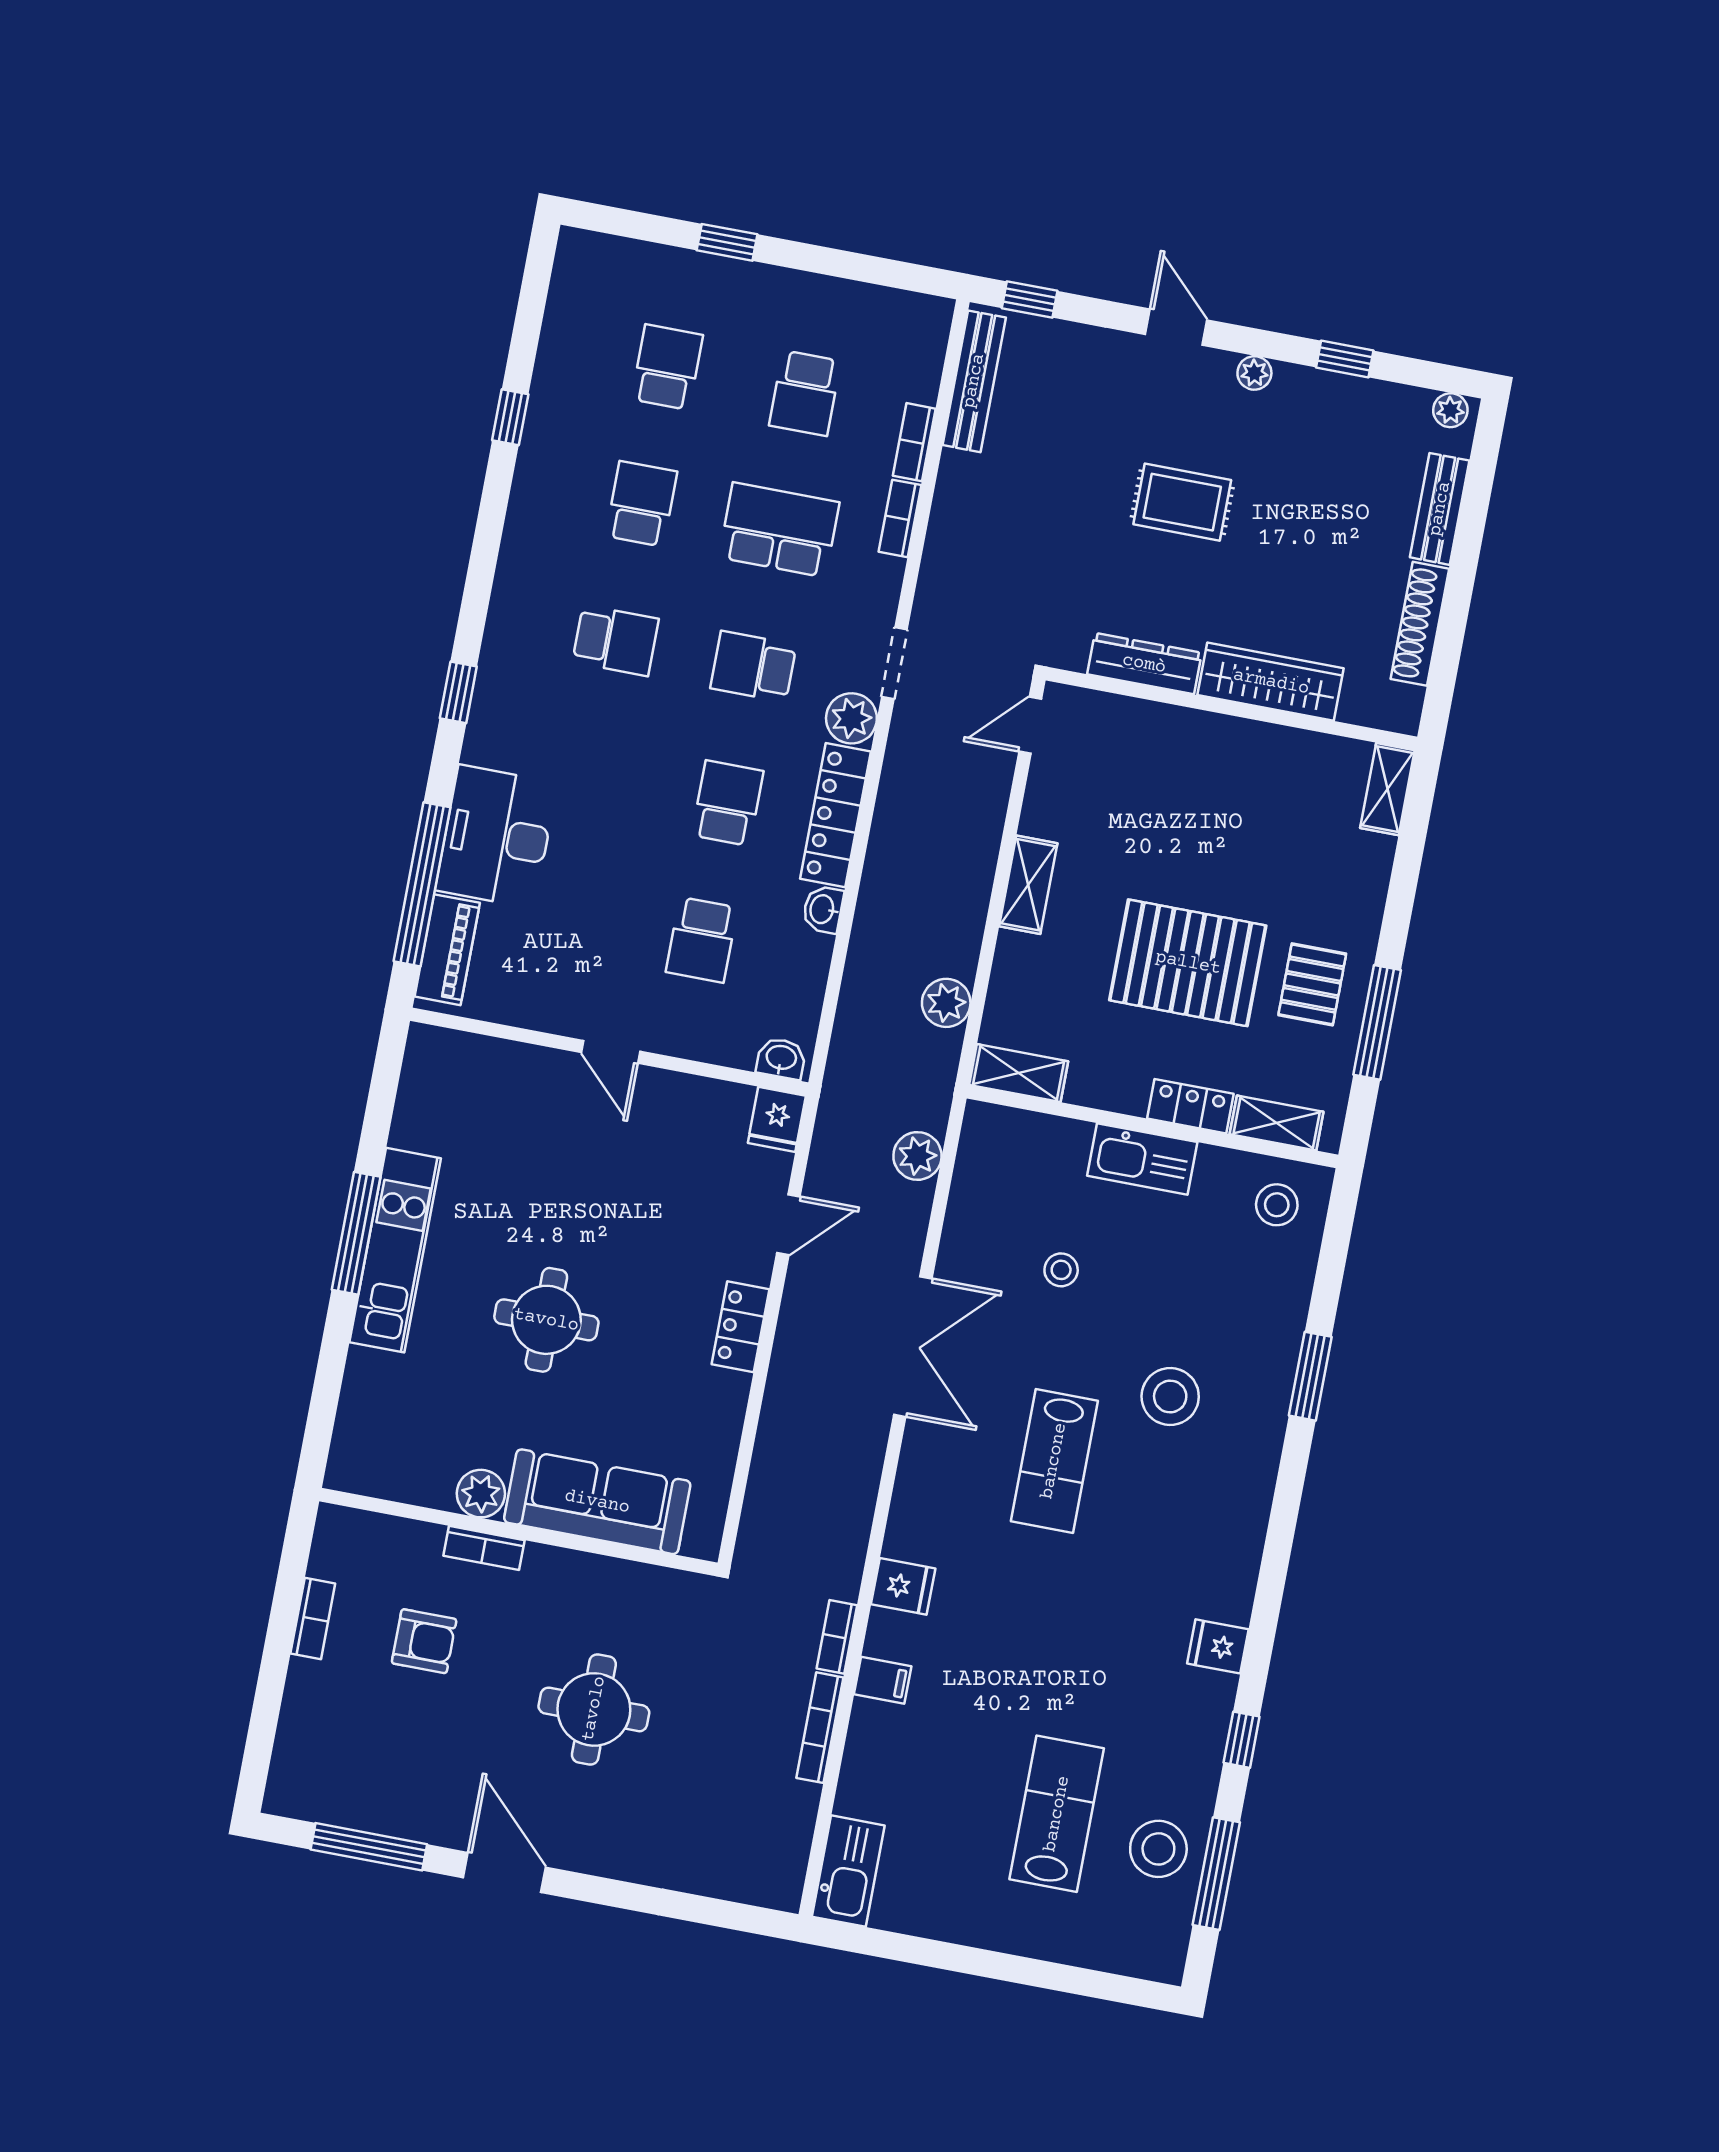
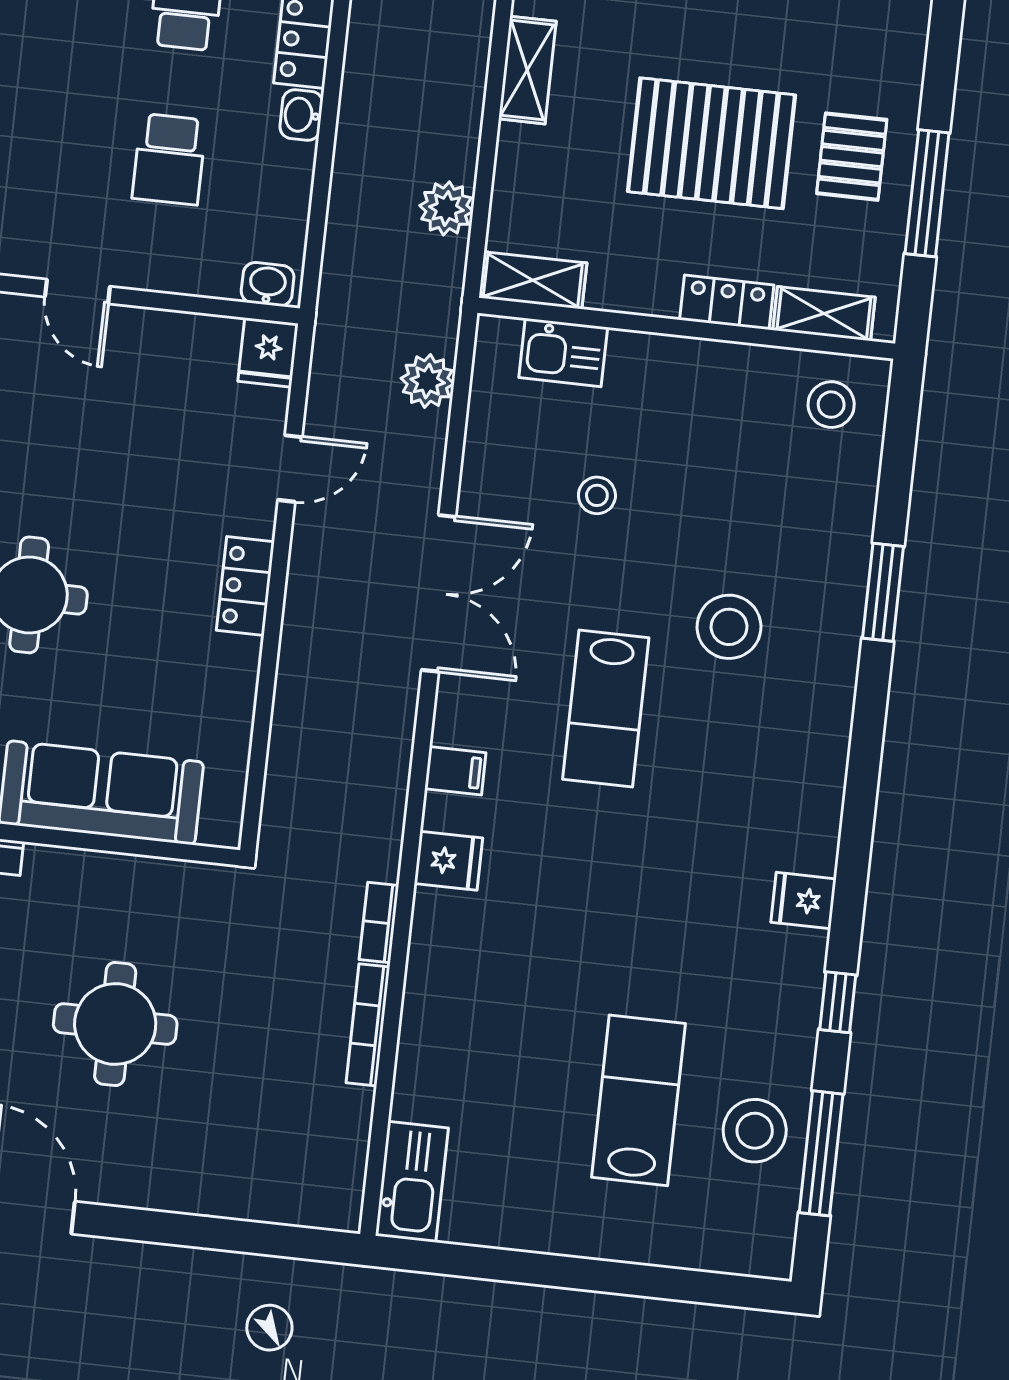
kitchen sink: (1142, 1159) -> (563, 352), moved, width x0.73
filing cabinet: (883, 1680) -> (455, 771), moved

